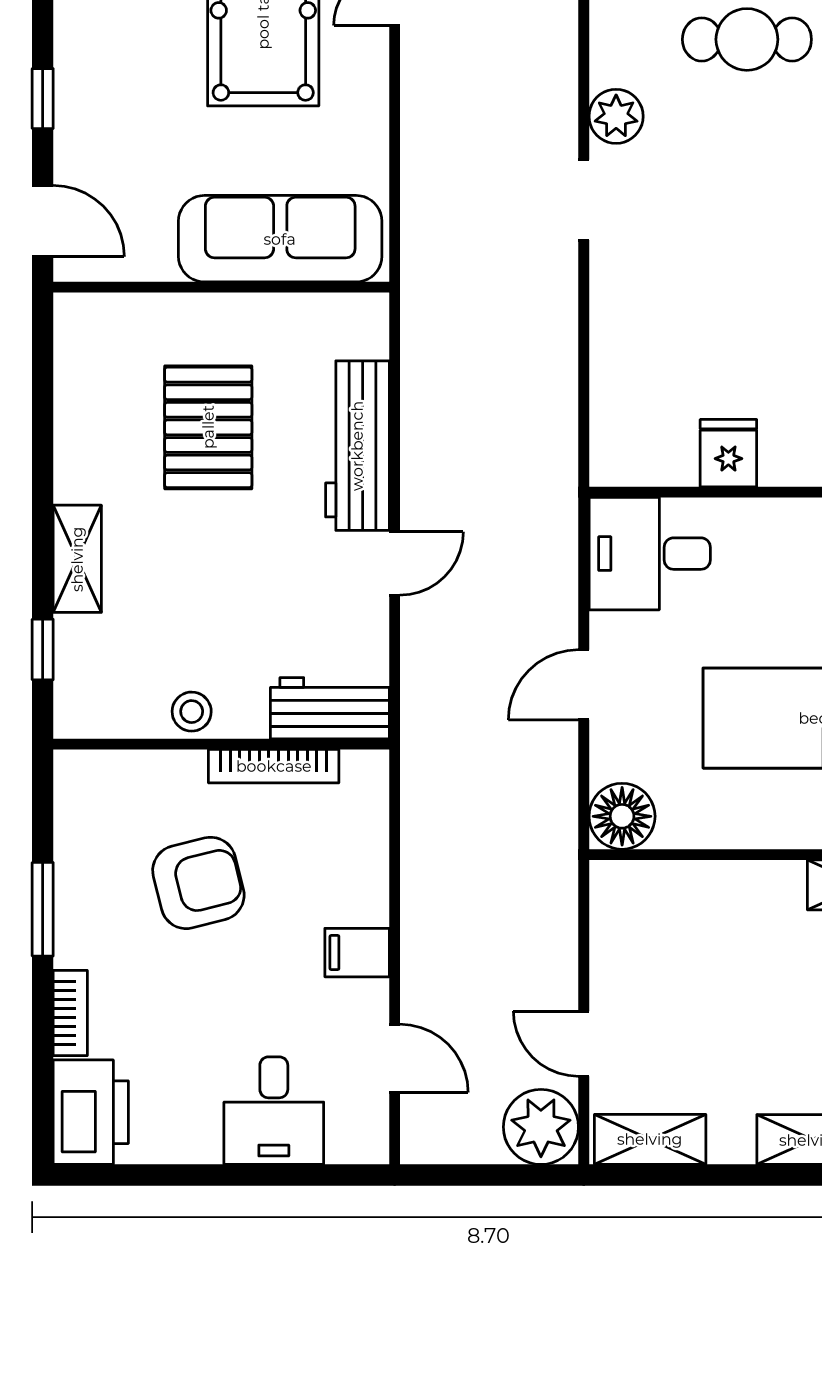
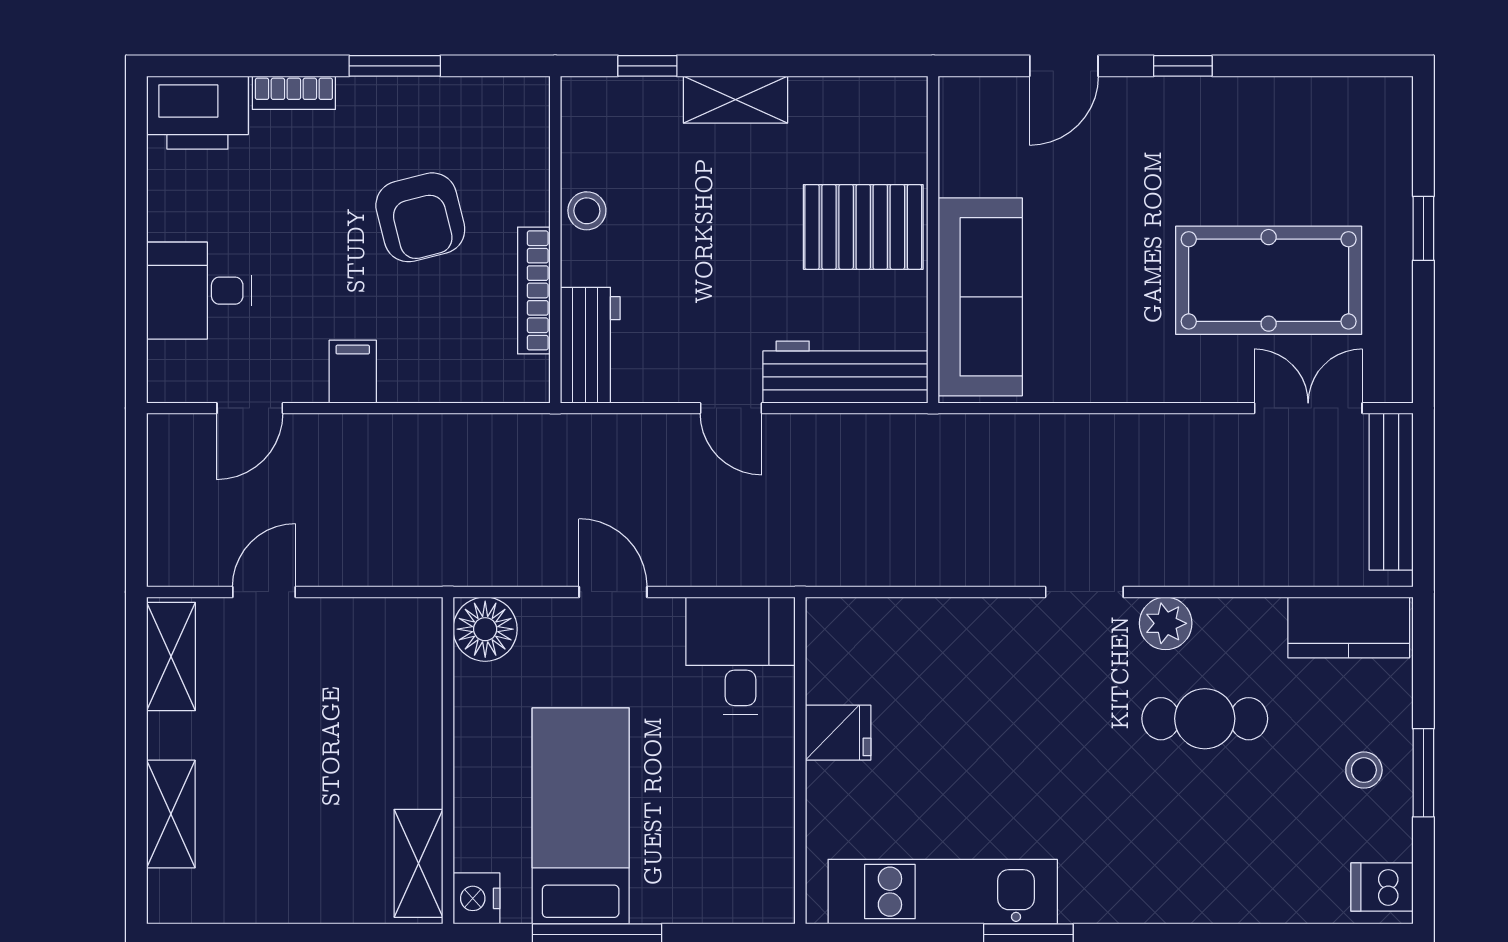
cafe table: (747, 39) -> (1205, 719), moved, turned 90
sofa: (280, 239) -> (980, 297), moved
wall: (221, 287) -> (933, 240), moved
plant: (541, 1127) -> (183, 550), removed

